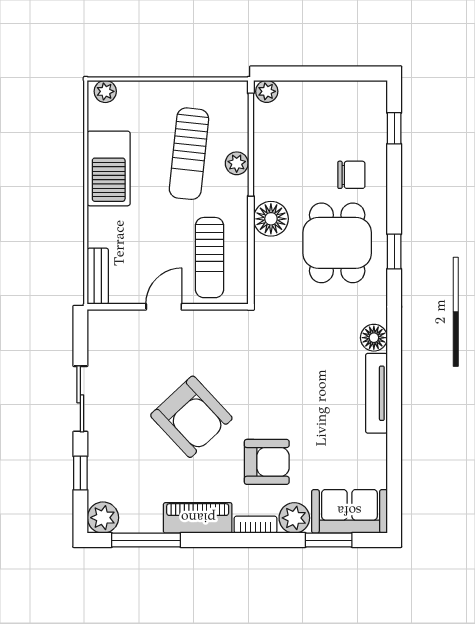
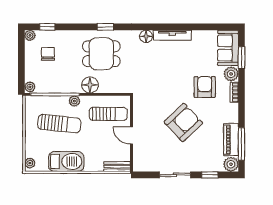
plant: (376, 92) -> (30, 35), added
plant: (237, 163) -> (74, 101), moved
chair: (351, 175) -> (48, 54), moved
piano: (198, 518) -> (231, 140), moved

